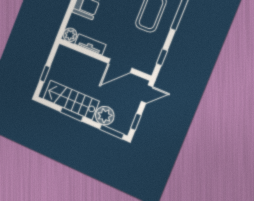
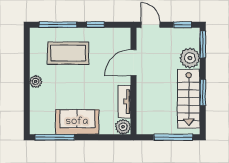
window: (162, 57) -> (95, 25), moved
door: (120, 66) -> (134, 63), swing flipped
window: (45, 74) -> (173, 137), width x2.17

